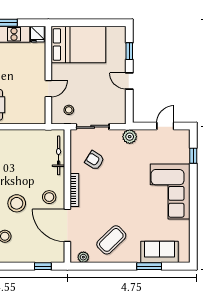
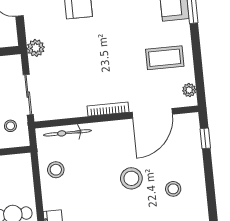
armchair: (95, 160) -> (69, 88), removed
stool: (49, 197) -> (56, 170), moved
coffee table: (111, 240) -> (165, 58), turned -46

